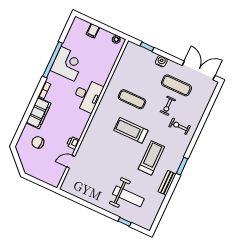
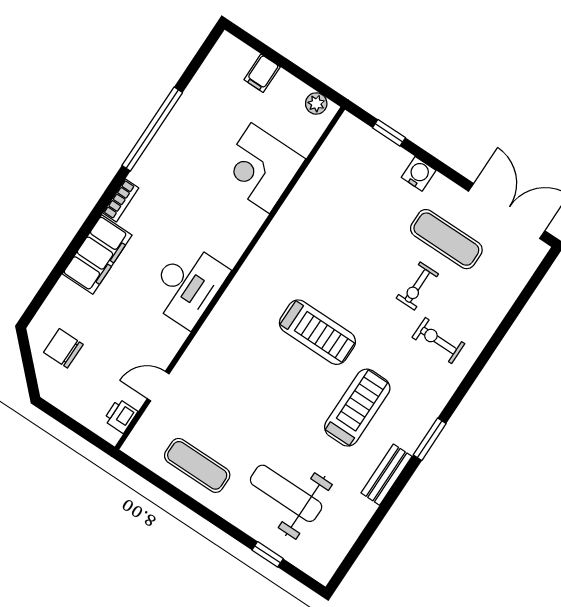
corner desk: (68, 64) -> (260, 168), moved, turned 180
desk: (87, 96) -> (187, 285), moved
exercise mat: (132, 99) -> (197, 465), moved
treadmill: (131, 130) -> (317, 332), turned 180
chair: (38, 142) -> (63, 348), moved
printer: (73, 143) -> (121, 416), moved
weight bench: (128, 196) -> (286, 493), turned 180

